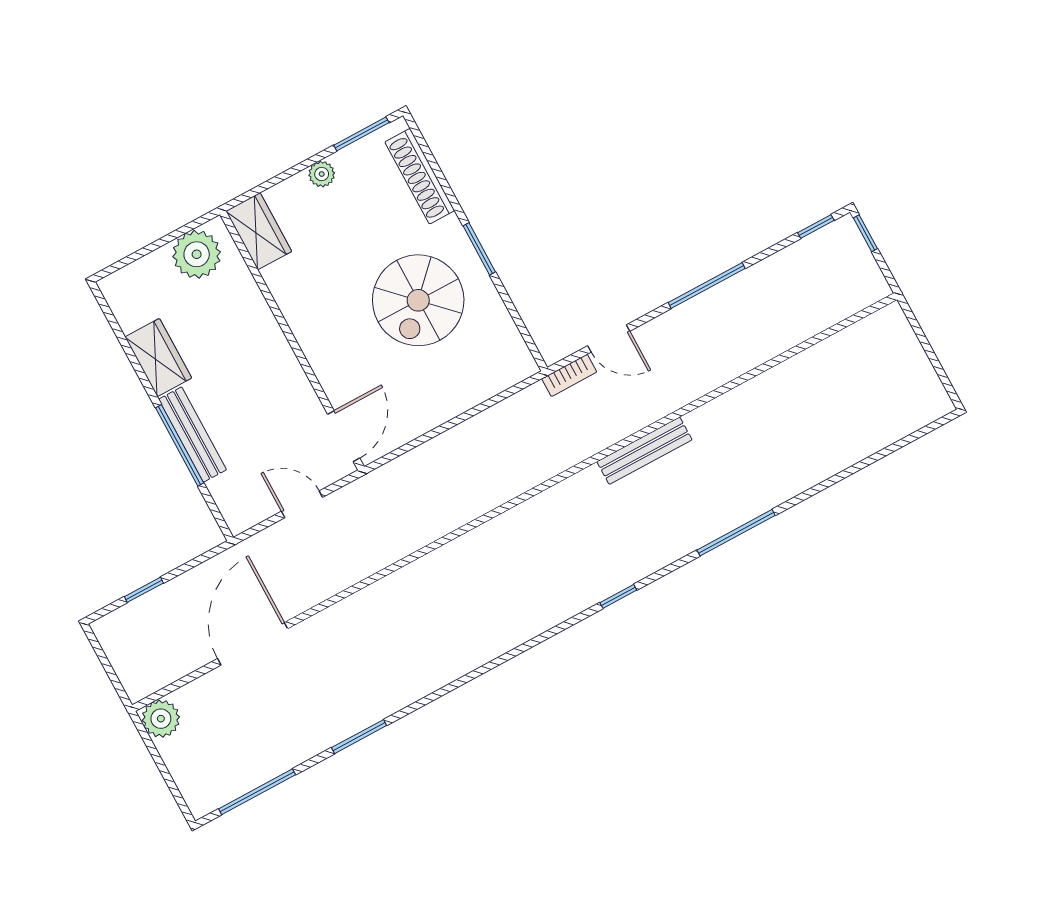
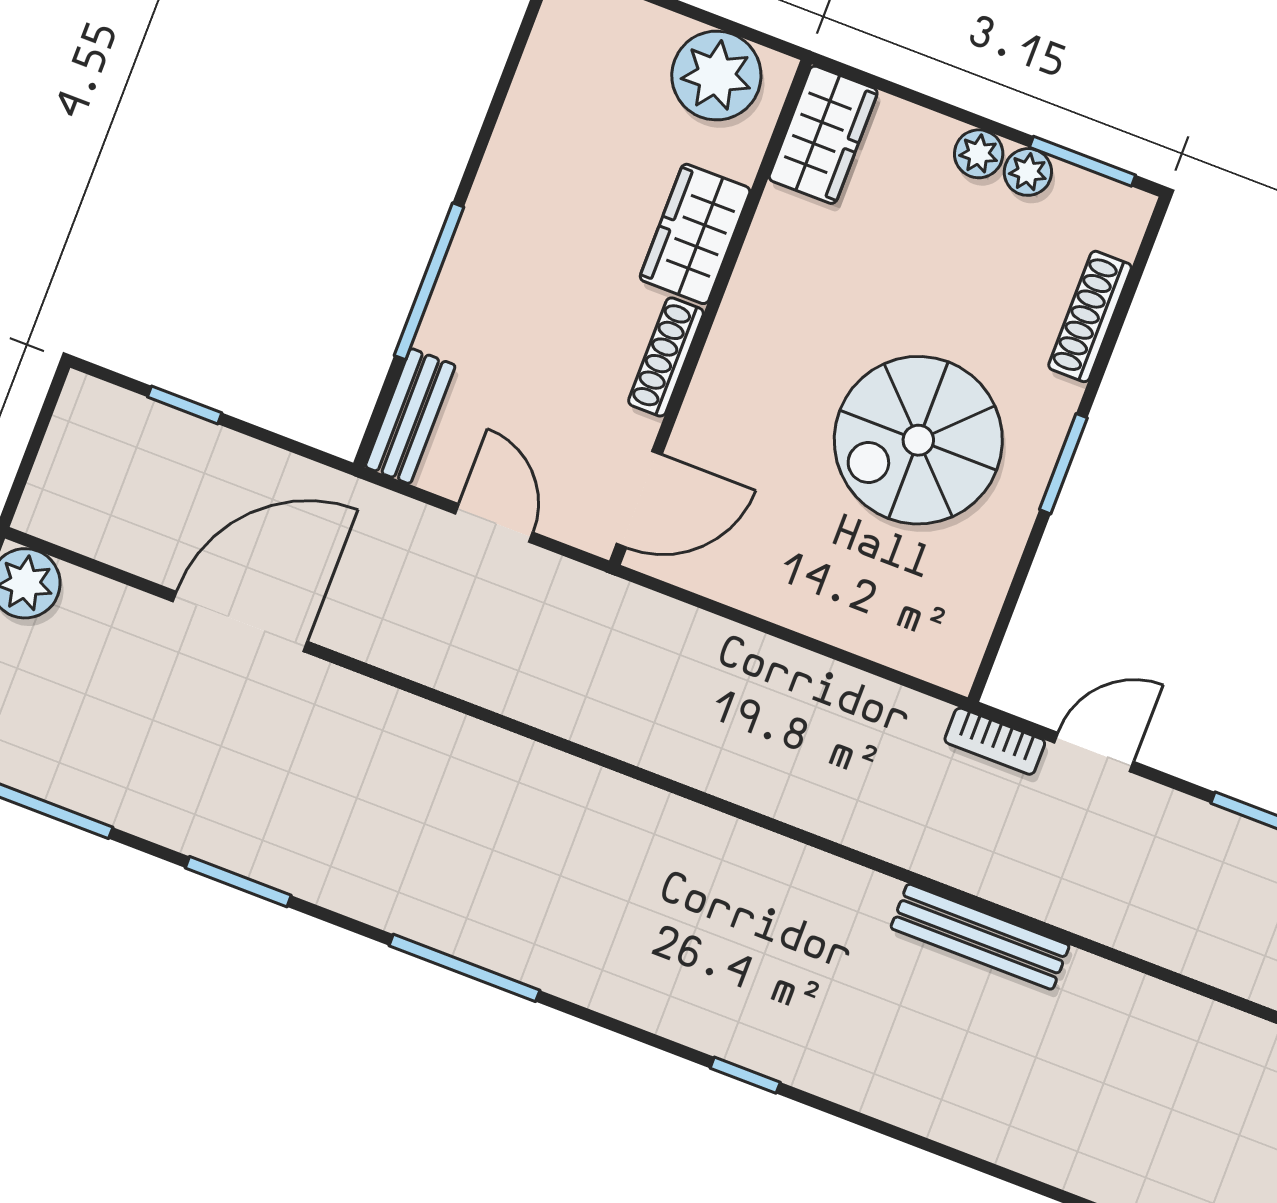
plant: (347, 160) -> (1028, 172), added
shoe rack: (420, 176) -> (1090, 316), width x0.74, depth x0.81
door: (609, 338) -> (1094, 752), swing flipped
wardrobe: (158, 357) -> (695, 234), moved, turned 180
shoe rack: (295, 375) -> (666, 357), added
bench: (193, 435) -> (410, 416), moved, width x0.73
window: (736, 533) -> (464, 968), moved

